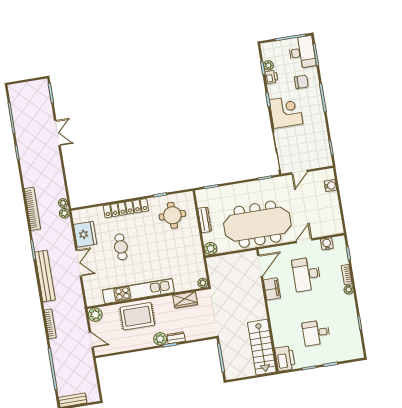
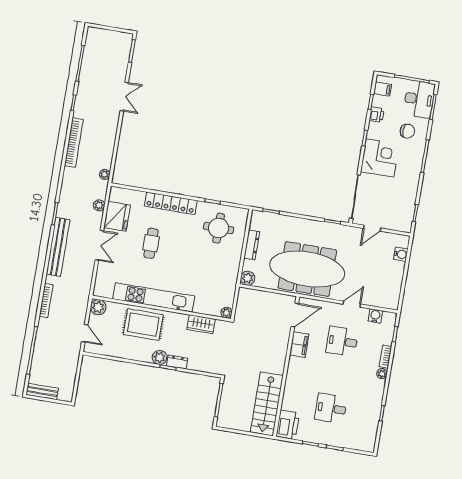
filing cabinet: (269, 54) -> (383, 89), added
plant: (268, 65) -> (378, 101), removed
bookcase: (32, 209) -> (74, 142), moved
plant: (64, 213) -> (99, 205), moved
desk: (307, 274) -> (342, 341), width x0.73

